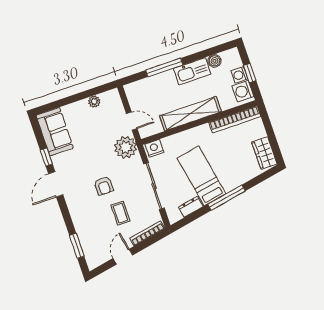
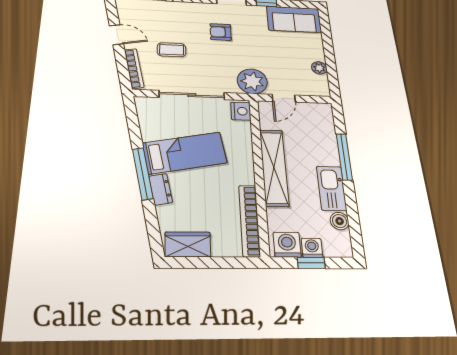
armchair: (104, 186) -> (221, 32), moved
dresser: (191, 207) -> (161, 189), moved

